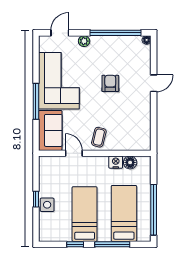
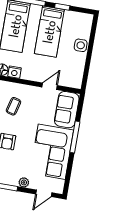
coffee table: (99, 137) -> (13, 106), moved
door: (74, 153) -> (50, 86), swing flipped
window: (36, 199) -> (90, 52), removed

